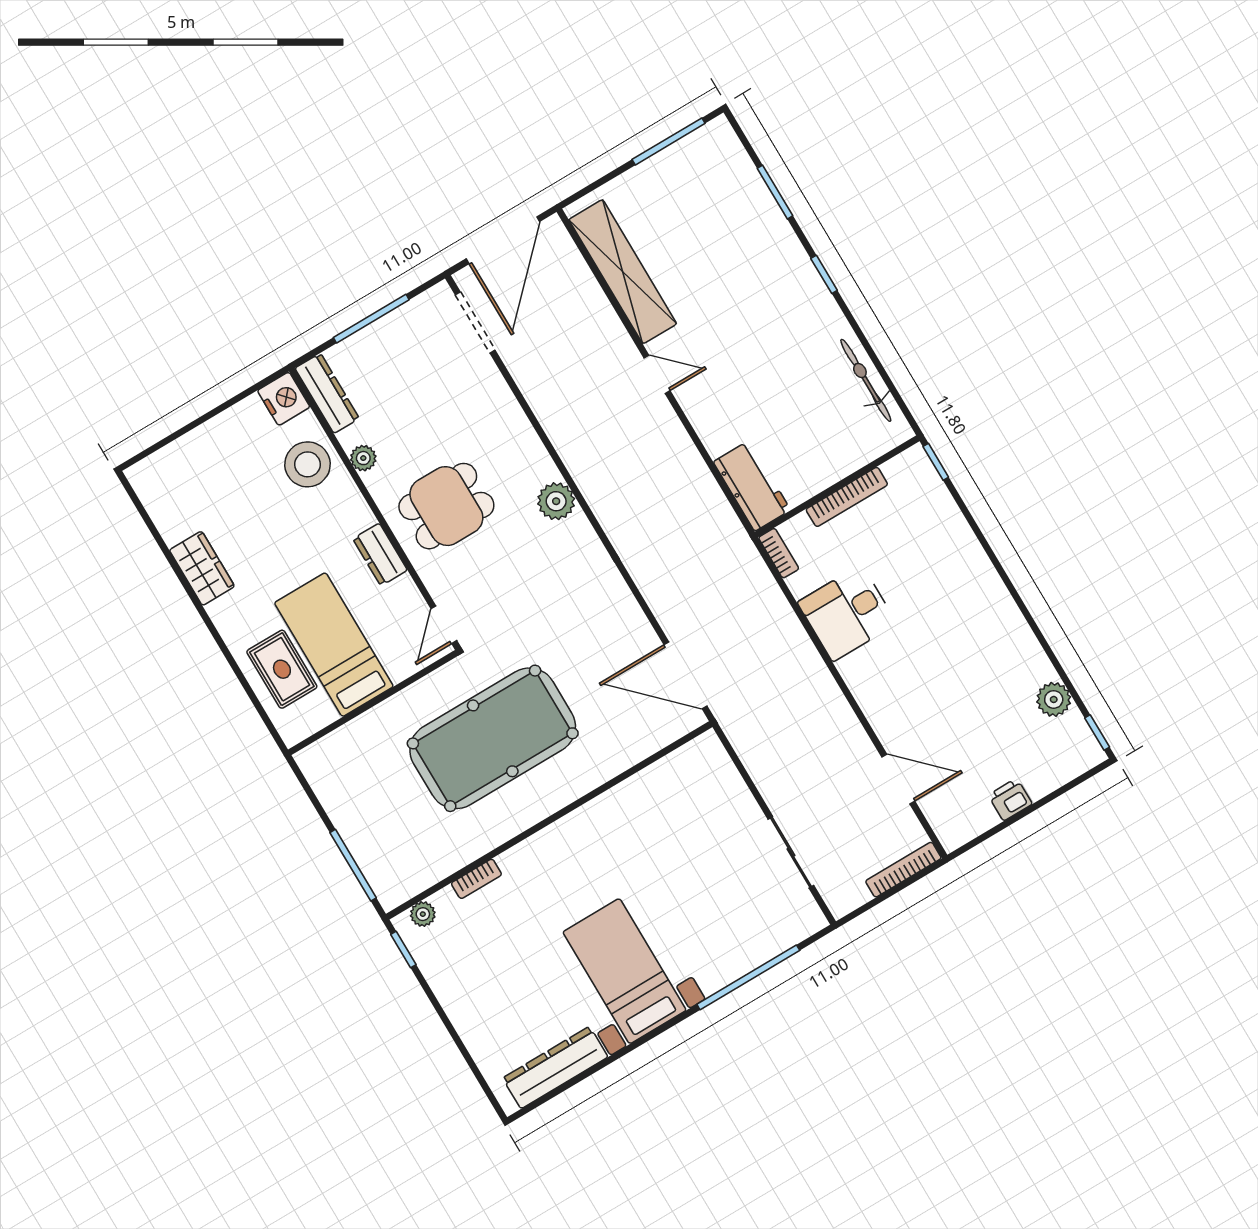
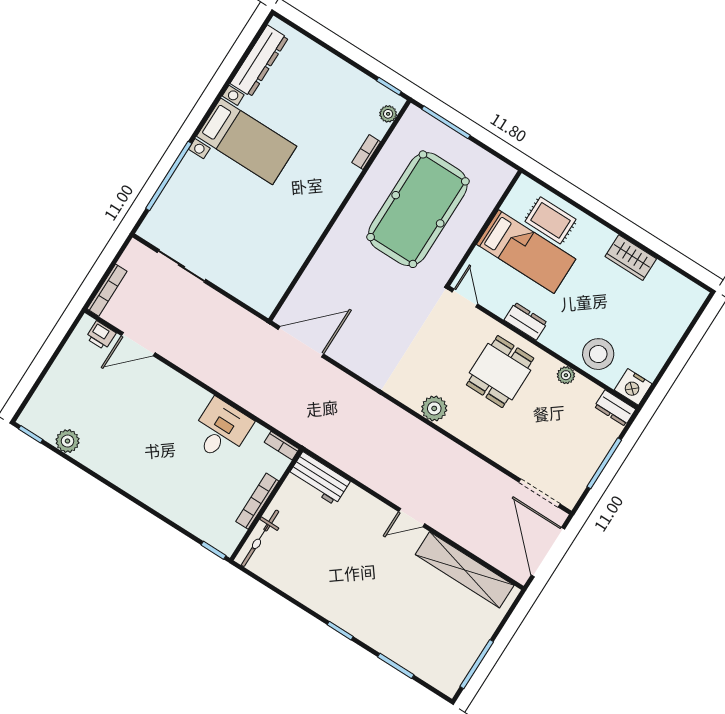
bicycle: (866, 380) -> (260, 538), moved, turned 90
dresser: (327, 393) -> (615, 408), width x0.70
pool table: (493, 738) -> (418, 209), moved
printer: (1010, 799) -> (101, 336), moved, turned 90

